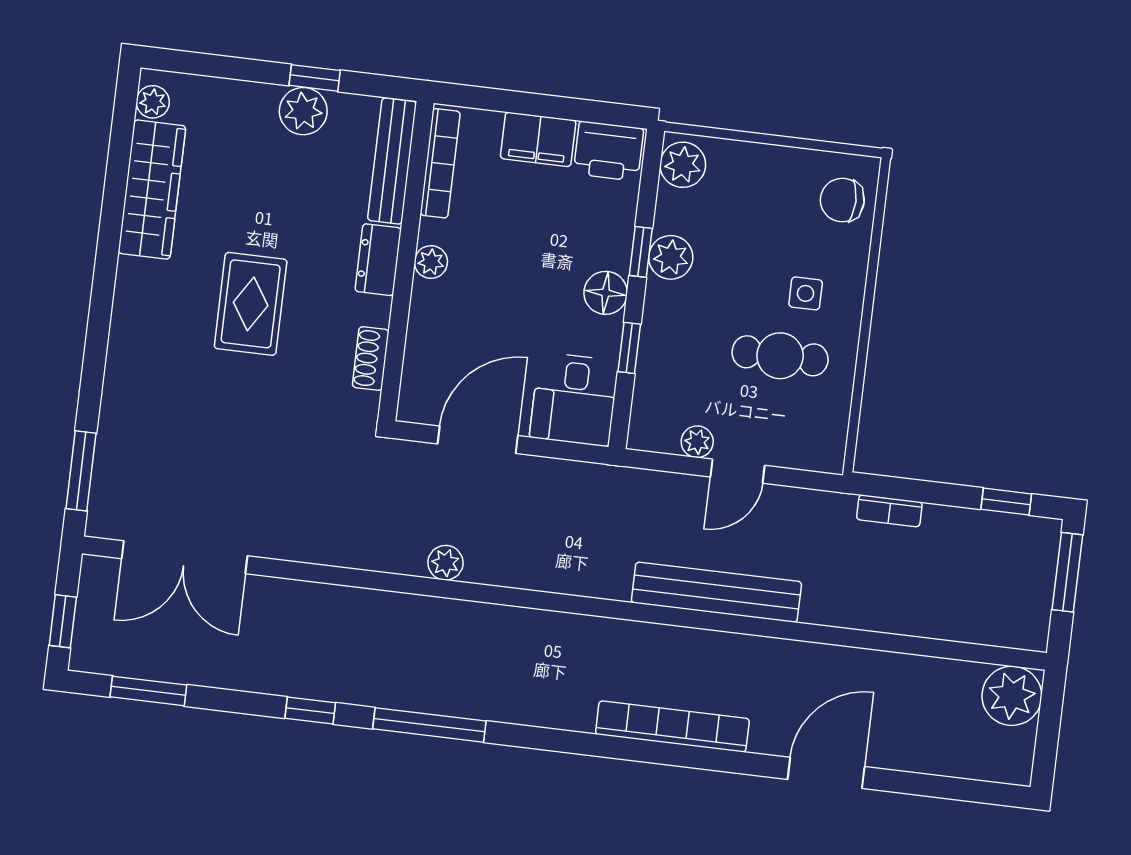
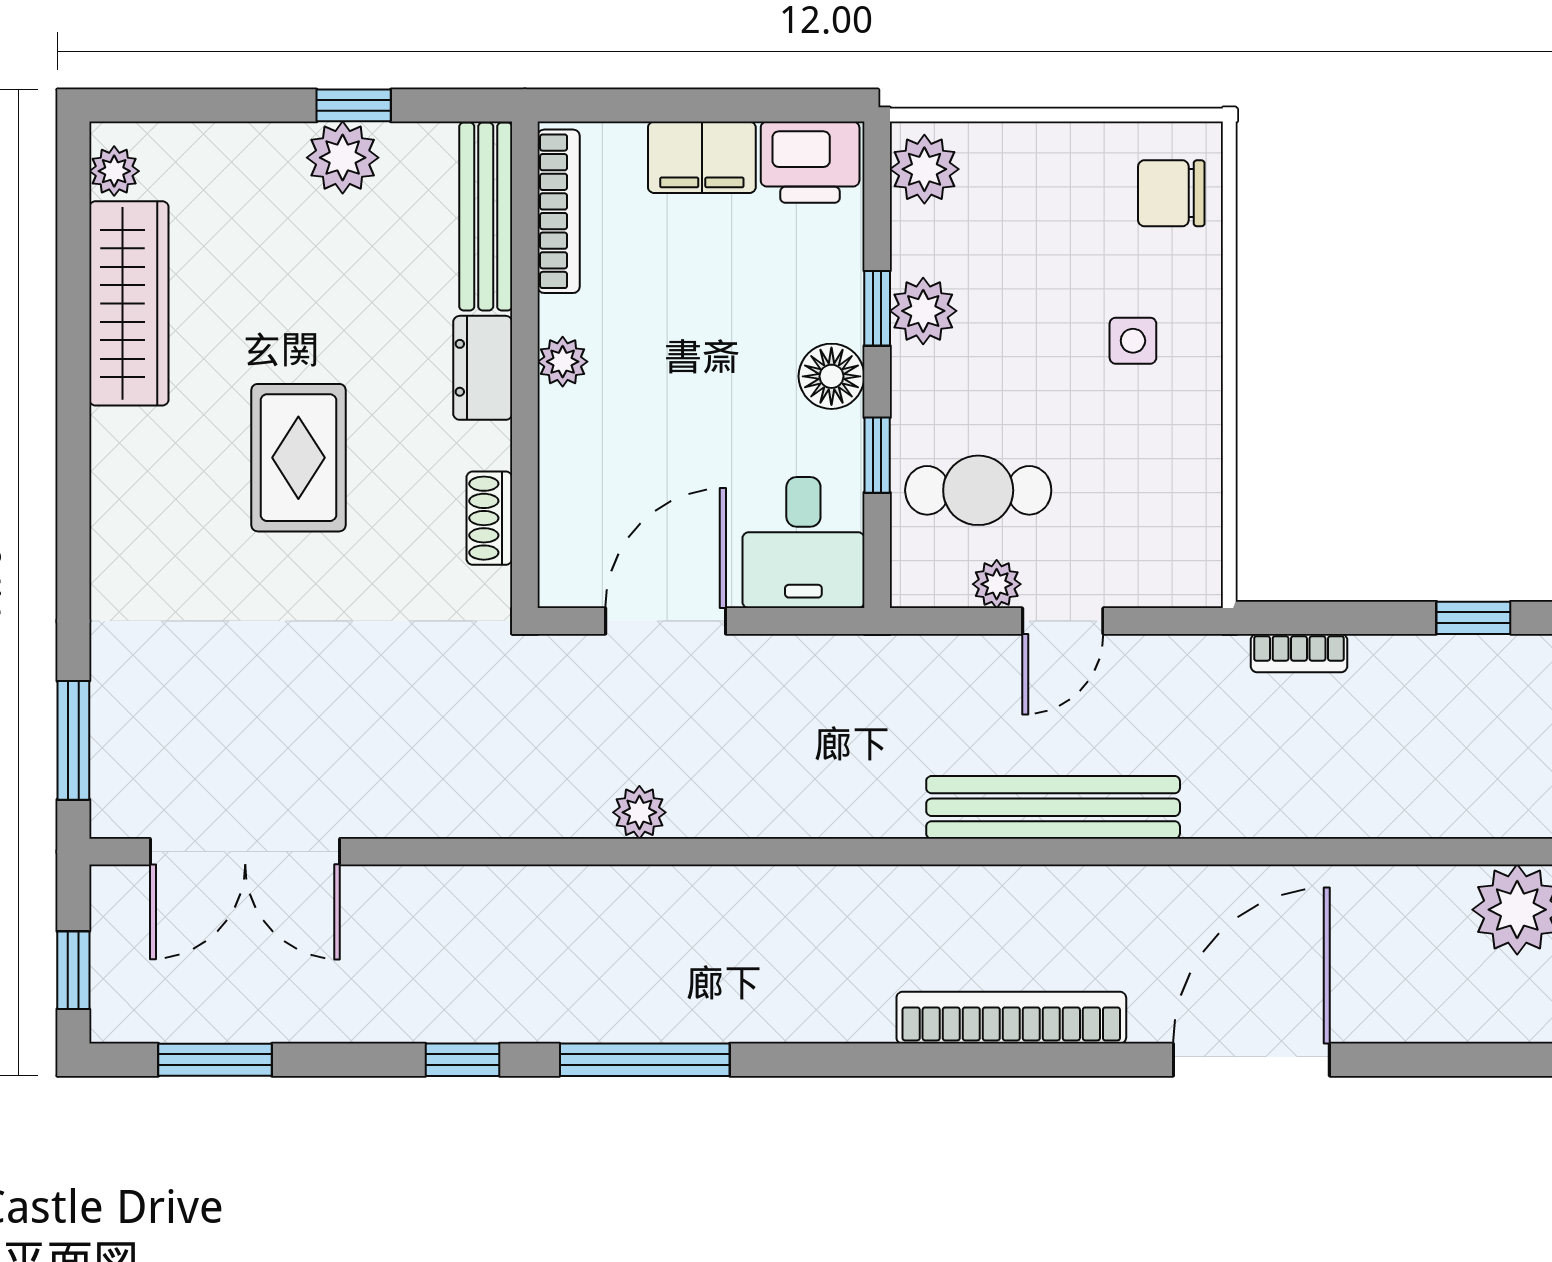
cafe table: (780, 356) -> (978, 490), moved
door: (826, 773) -> (1251, 1060), width x1.36

